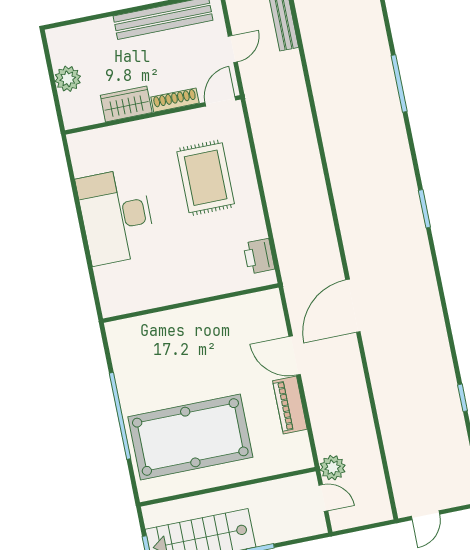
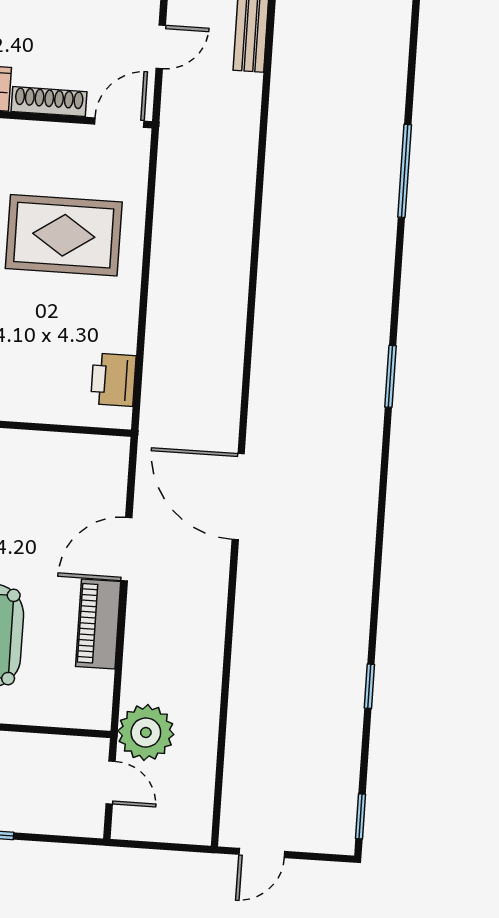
rug: (206, 178) -> (64, 235), turned 90
door: (353, 306) -> (238, 497), hinge flipped
door: (295, 356) -> (127, 549), hinge flipped
plant: (333, 468) -> (146, 733), width x1.36, depth x1.36

